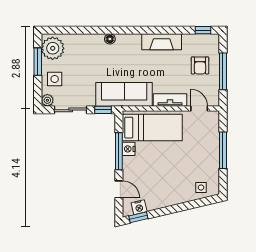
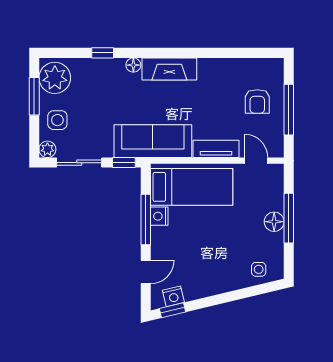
window: (203, 30) -> (103, 53), moved
fireplace: (162, 42) -> (169, 69), moved
floor lamp: (212, 153) -> (274, 222), added
door: (119, 189) -> (146, 272), hinge flipped

